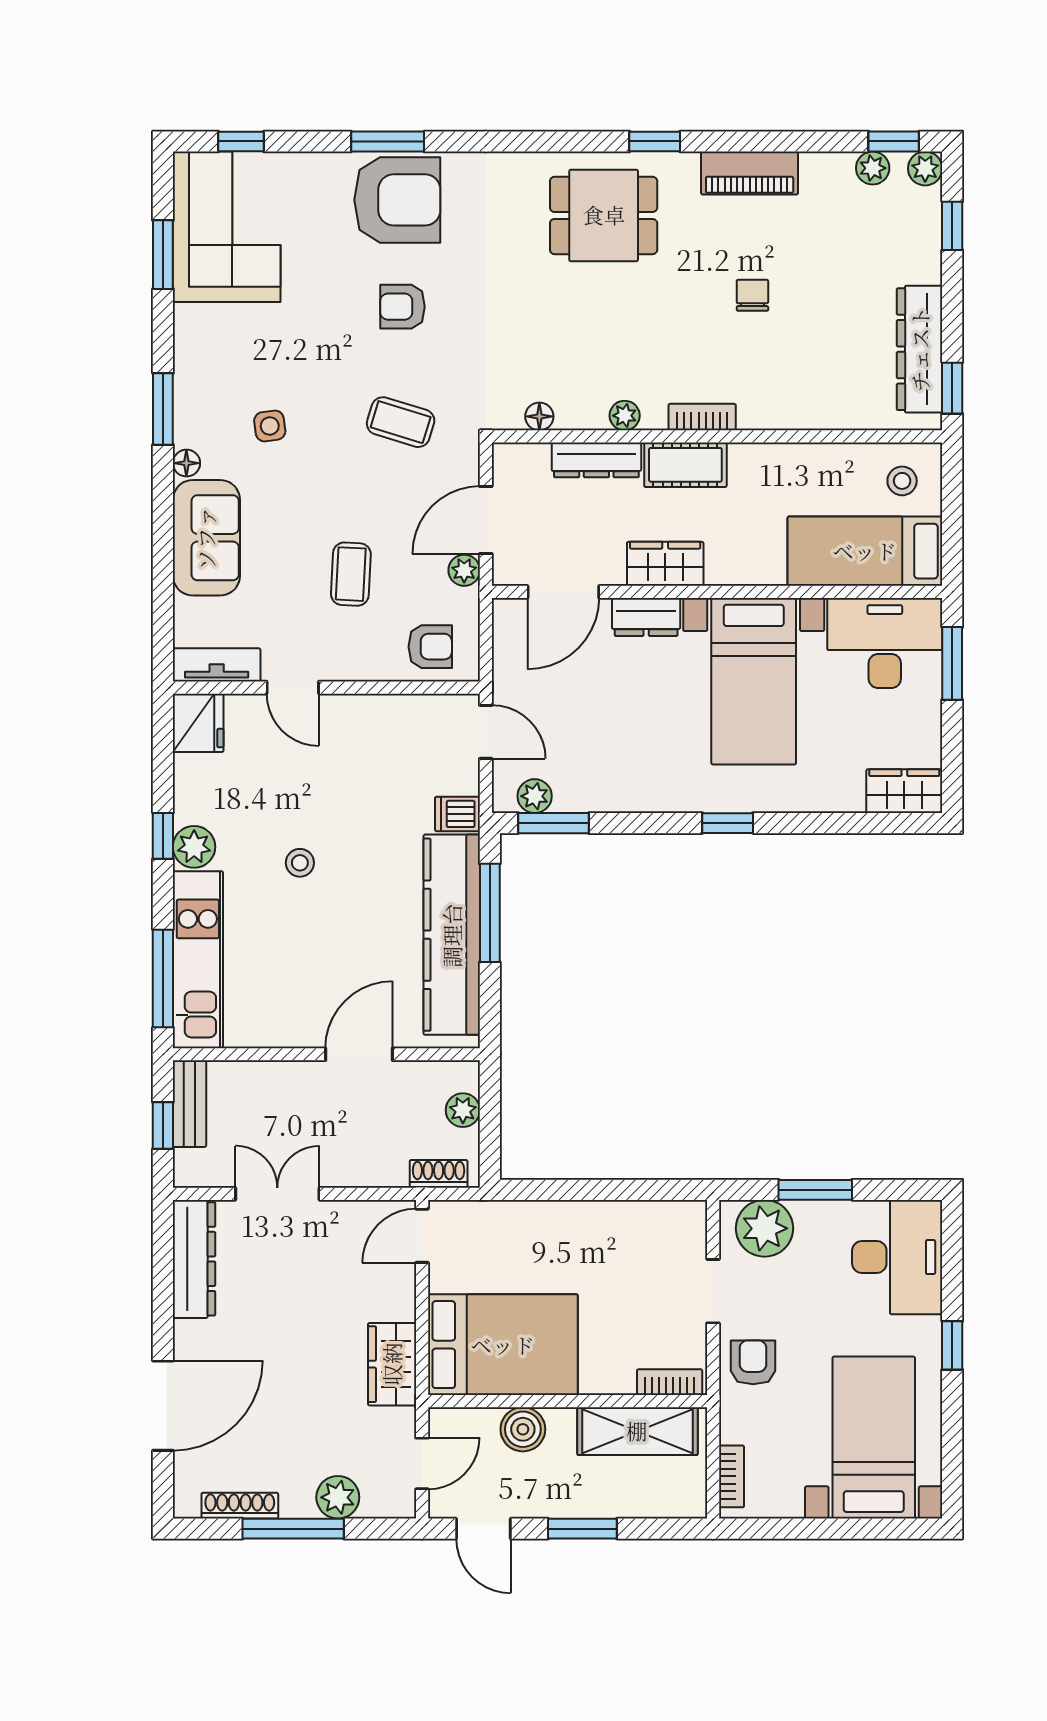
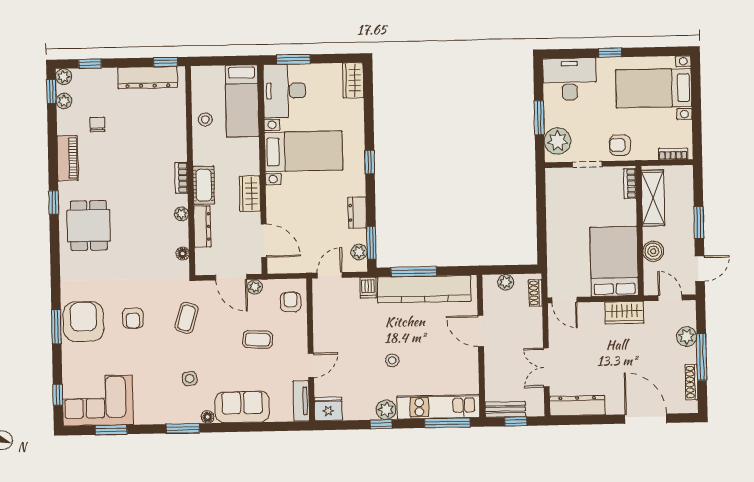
chair: (752, 295) -> (97, 124), moved, turned 90
stool: (902, 481) -> (205, 119), moved
dresser: (646, 617) -> (357, 213), moved, turned 180

